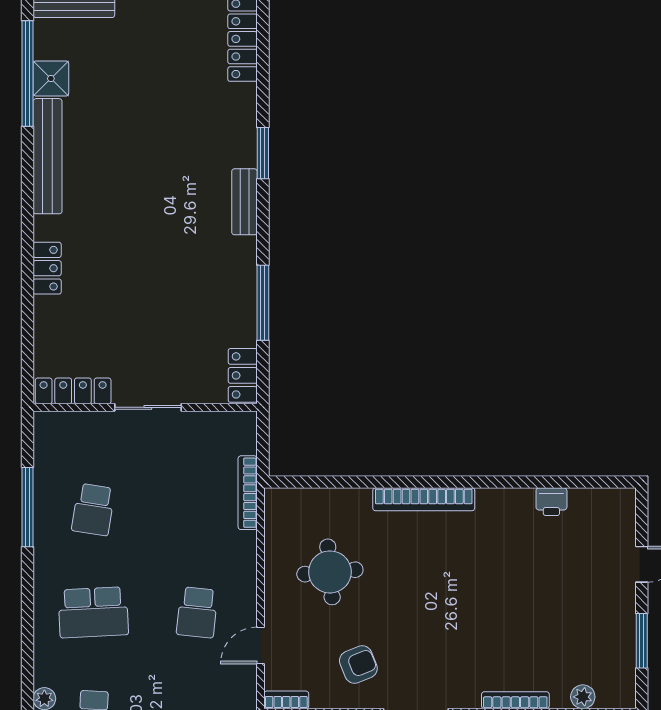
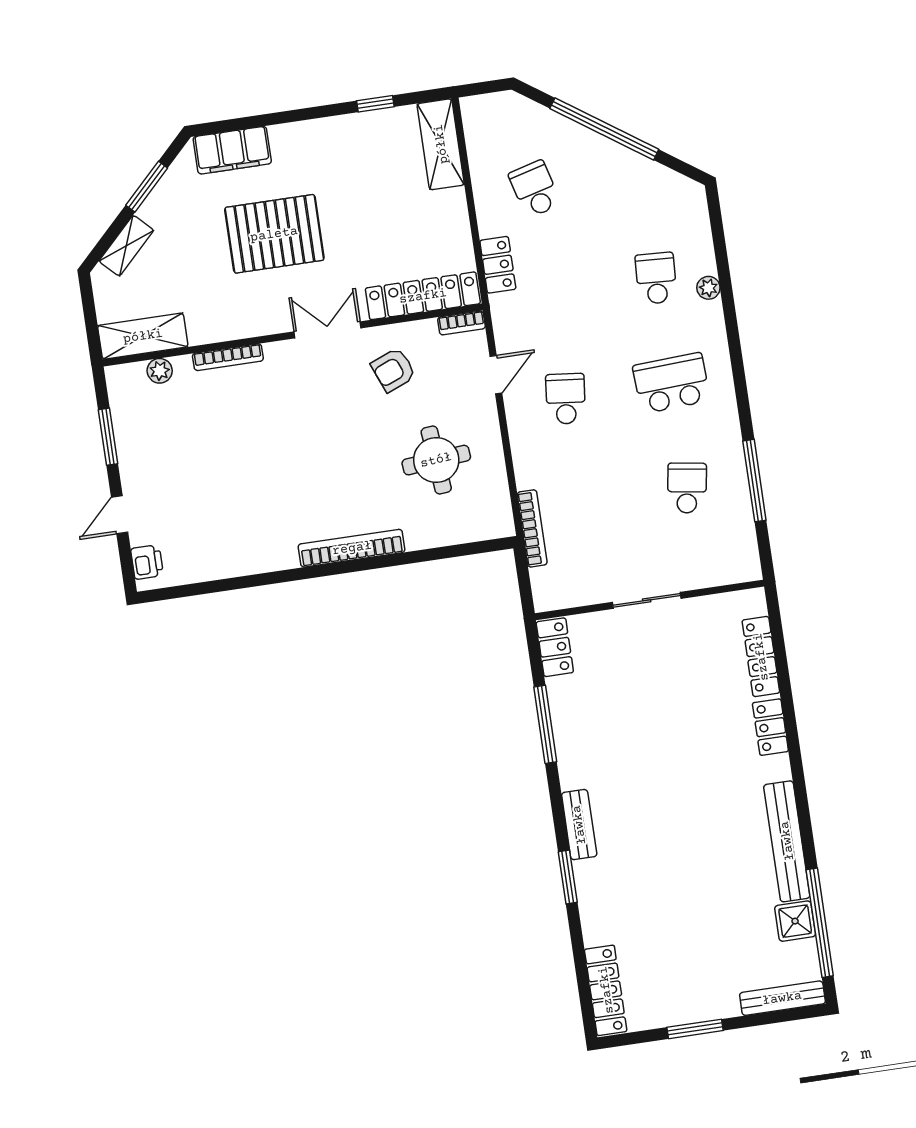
locker: (73, 391) -> (761, 657), moved, turned 90
printer: (551, 502) -> (147, 562), moved, turned 90

